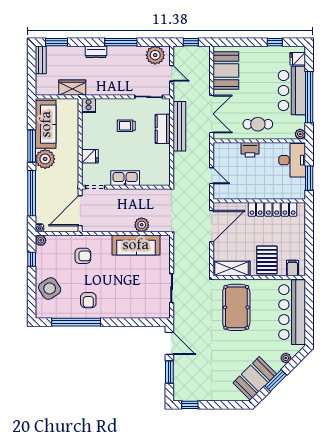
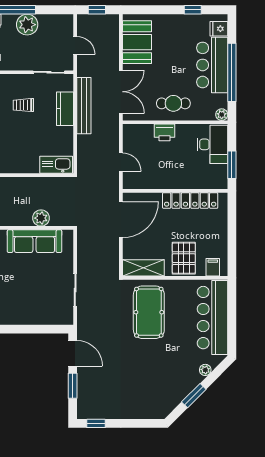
plant: (155, 55) -> (27, 25), moved
kitchen sink: (125, 178) -> (56, 165), moved
booth: (255, 378) -> (170, 393), removed

